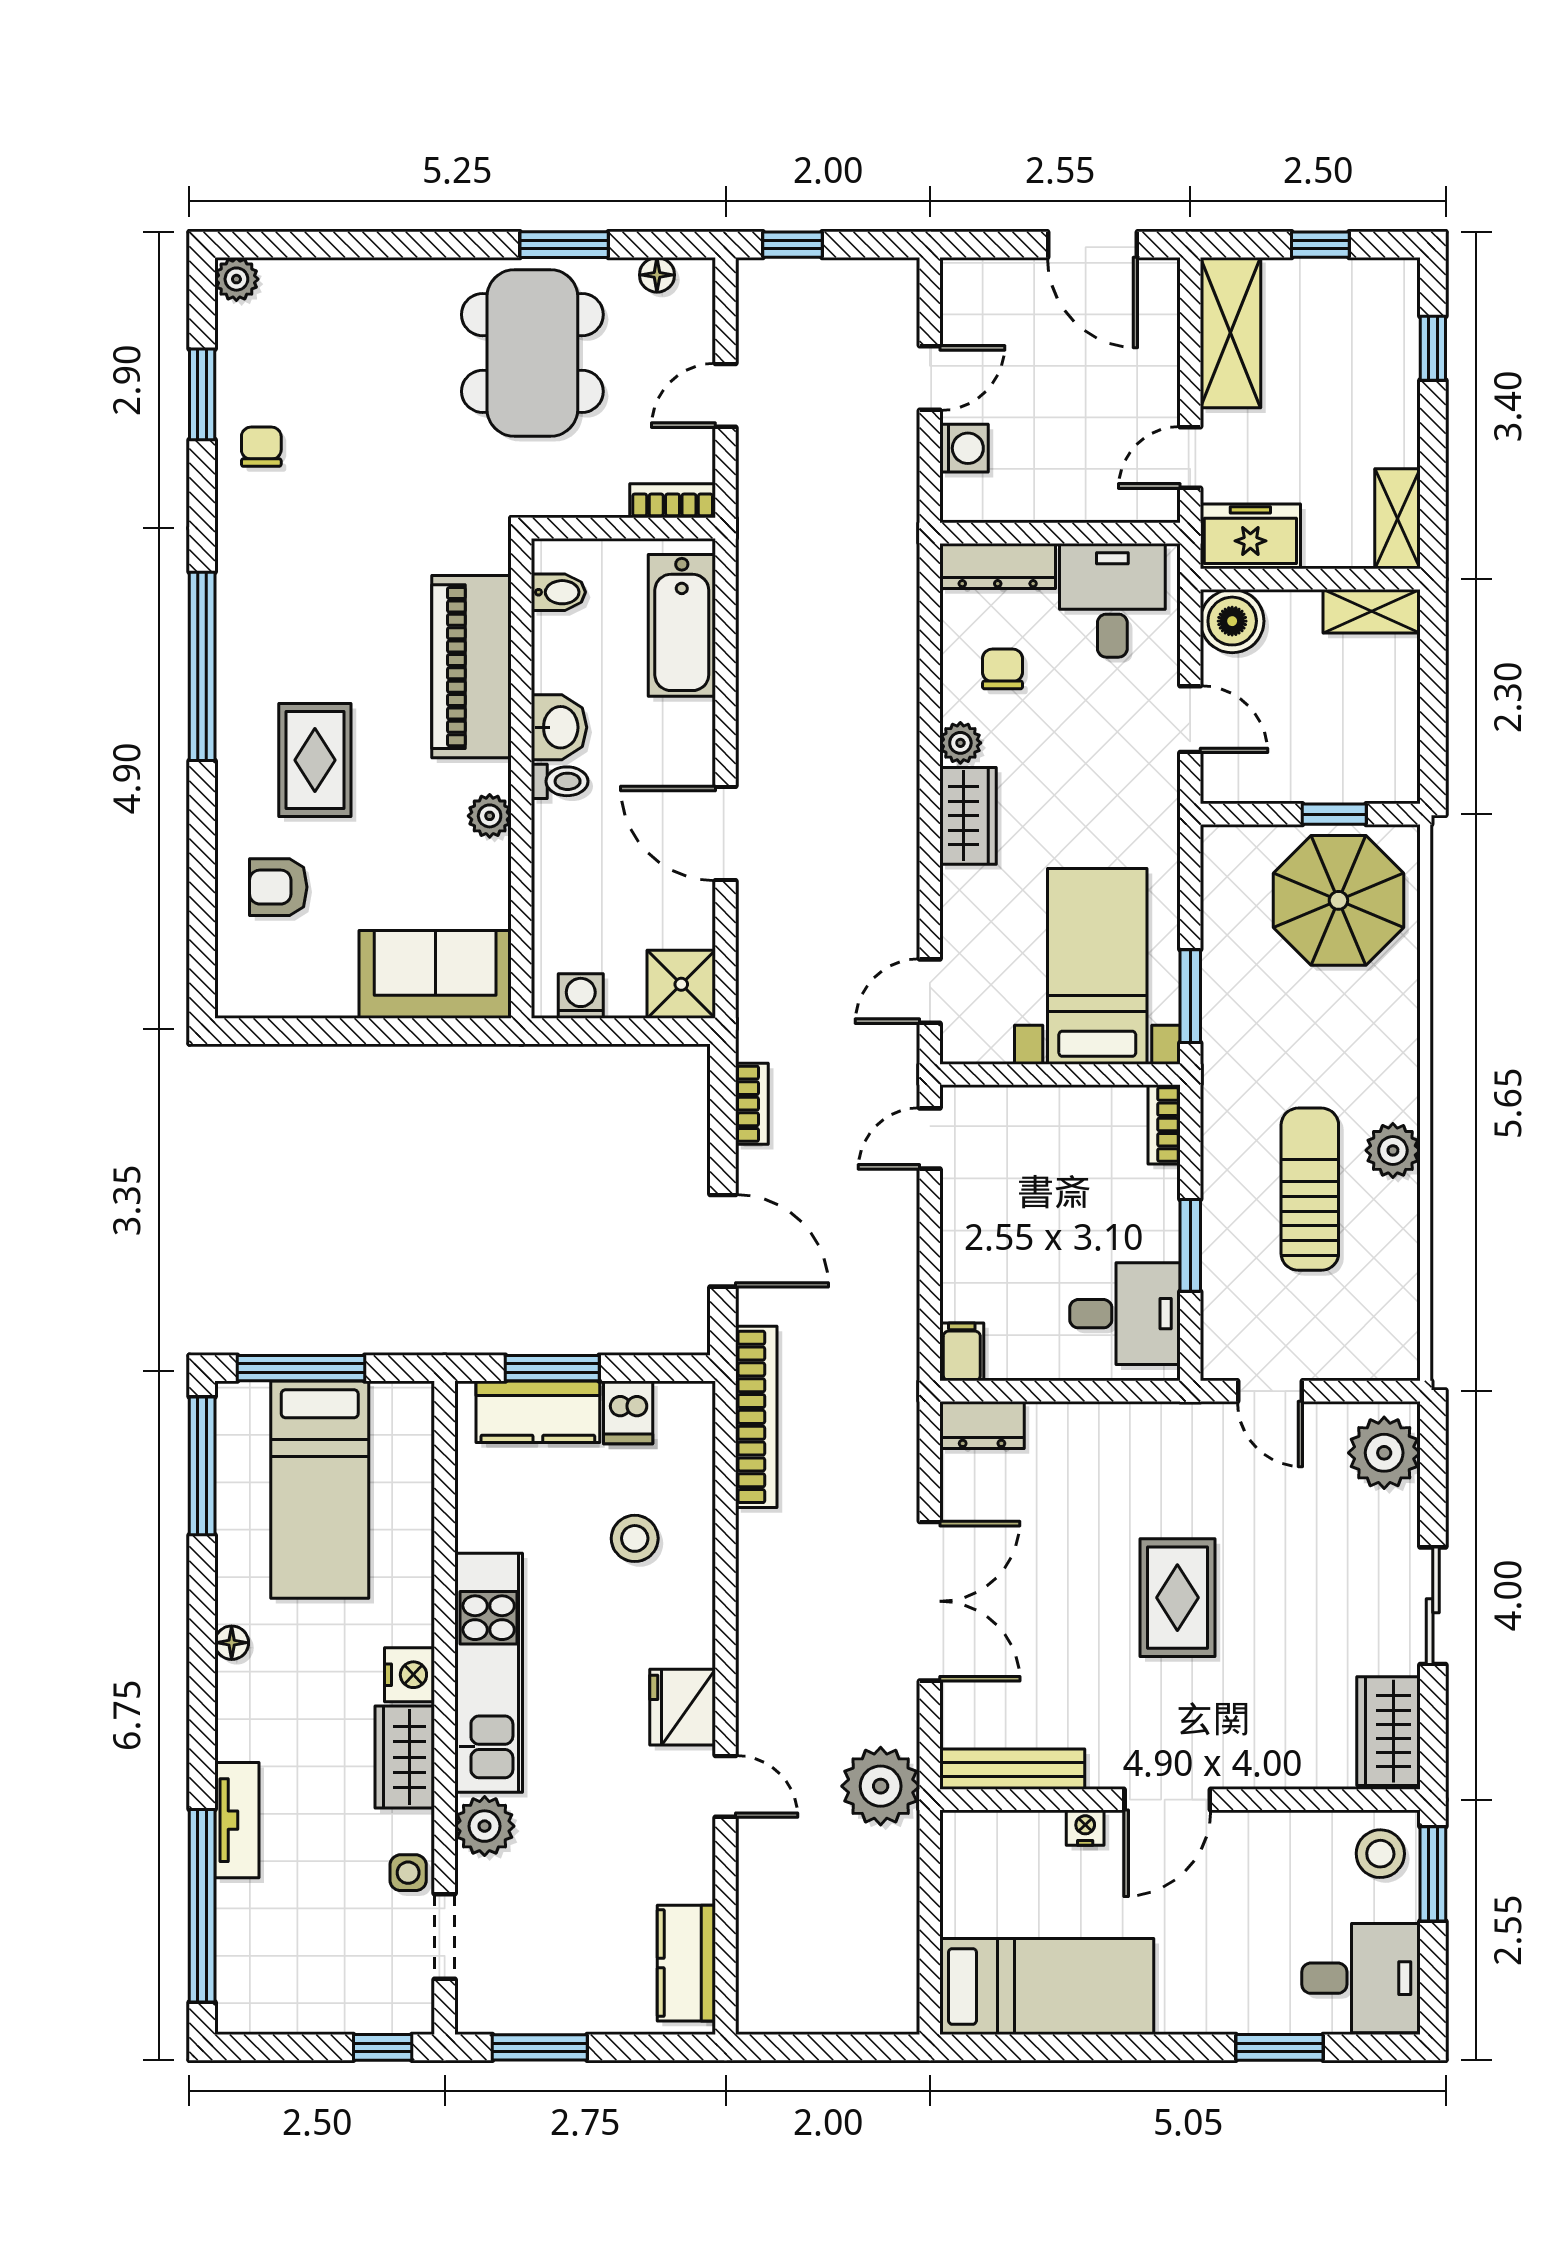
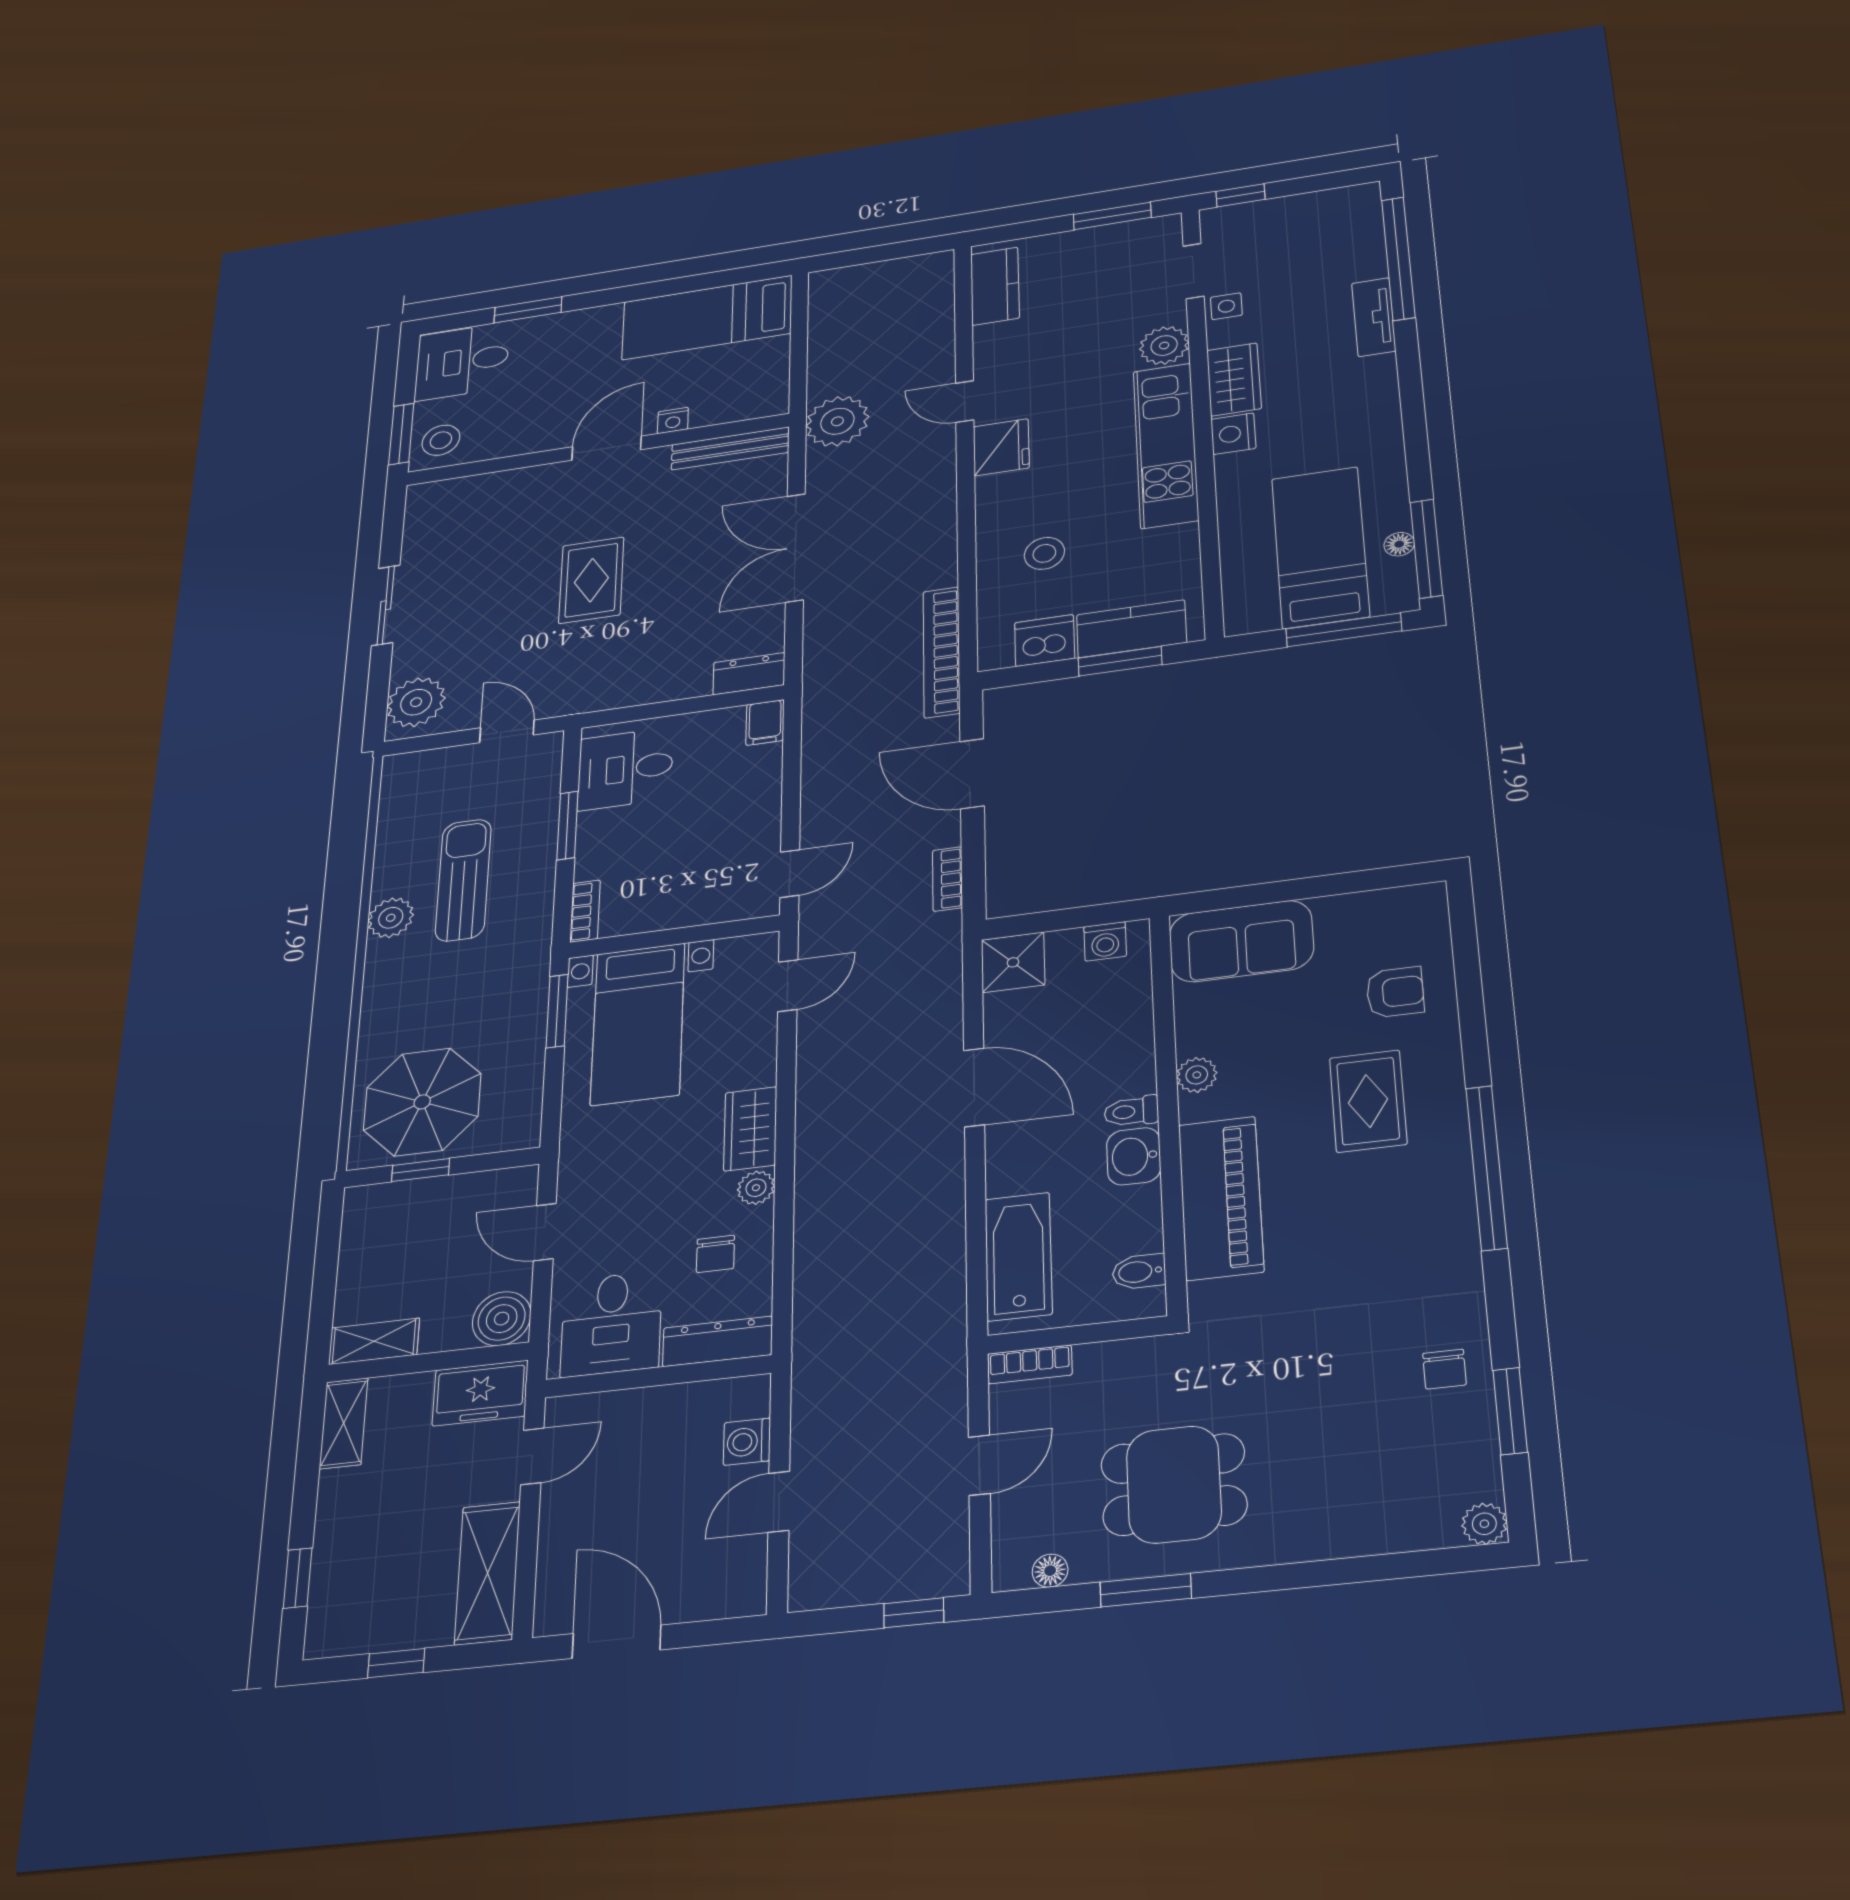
dining table: (532, 353) -> (1174, 1484), width x0.73
sun lounger: (1310, 1189) -> (463, 880), turned 180
dishwasher: (628, 1412) -> (1045, 641), width x1.38
floor lamp: (232, 1643) -> (1399, 544), moved
wardrobe: (1388, 1731) -> (428, 519), removed

